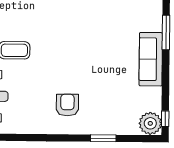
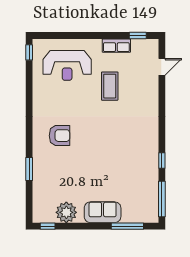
sofa: (151, 59) -> (103, 212), width x0.73
plant: (150, 123) -> (66, 212), moved

